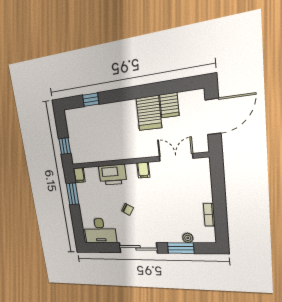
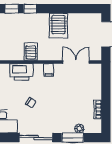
window: (112, 96) -> (30, 9), added
server rack: (169, 105) -> (31, 52), moved, turned 180

